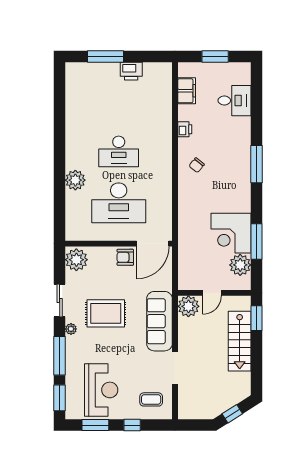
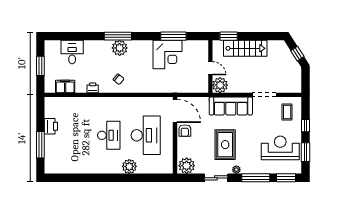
plant: (240, 265) -> (120, 48), moved

